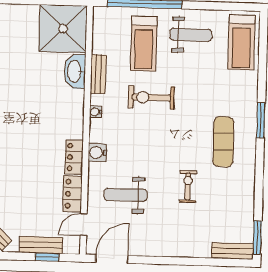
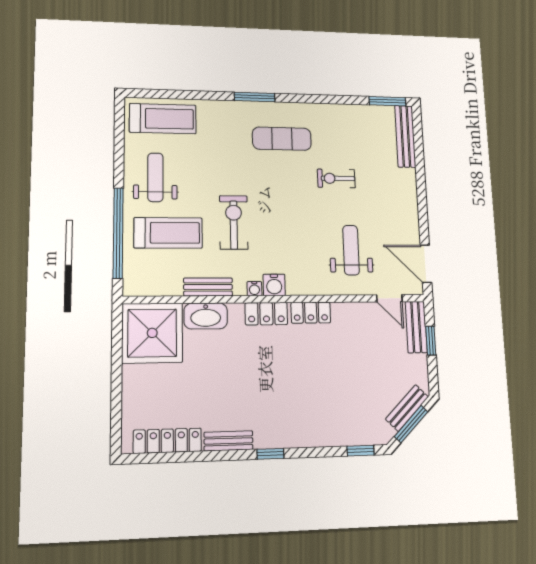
exercise bike: (151, 97) -> (234, 222), turned 180
water cooler: (97, 153) -> (274, 285), moved
locker: (73, 194) -> (266, 314), moved
weight bench: (125, 195) -> (351, 250), turned 180
bench: (41, 245) -> (416, 327), moved
bench: (233, 251) -> (405, 136), width x1.36

